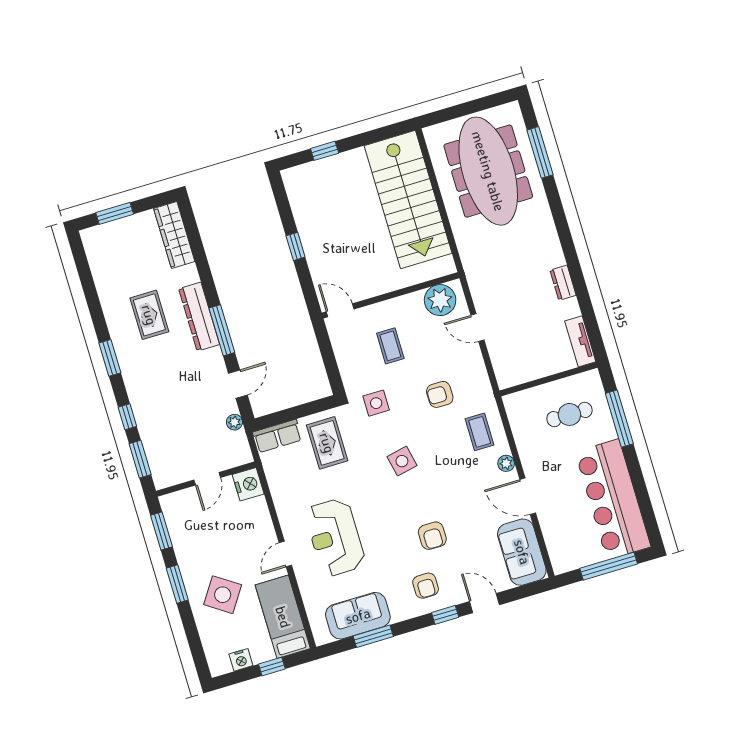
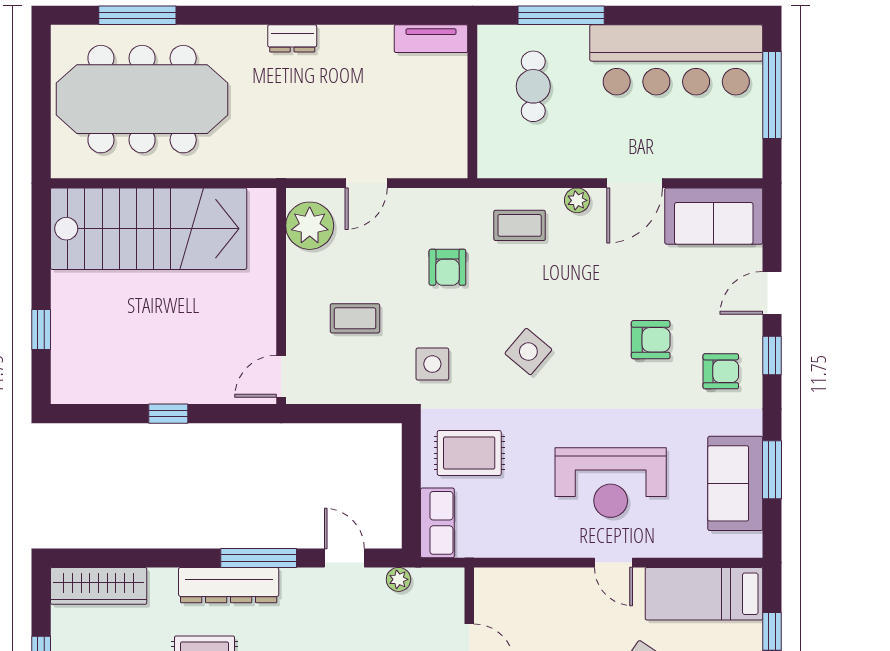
dresser: (563, 283) -> (292, 38), moved
side table: (402, 461) -> (528, 352), turned -38
nightstand: (248, 484) -> (495, 586), removed

